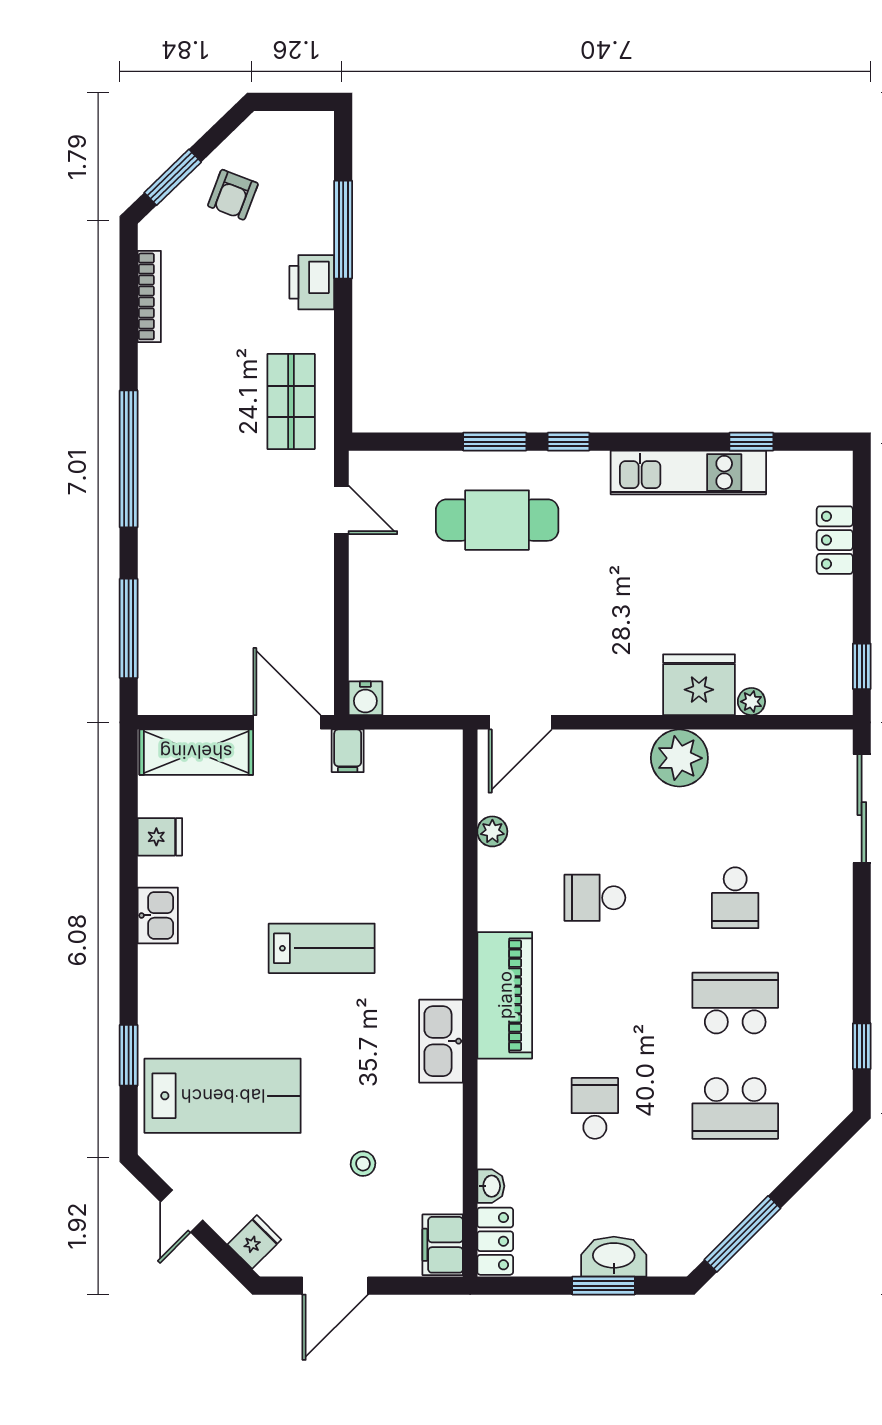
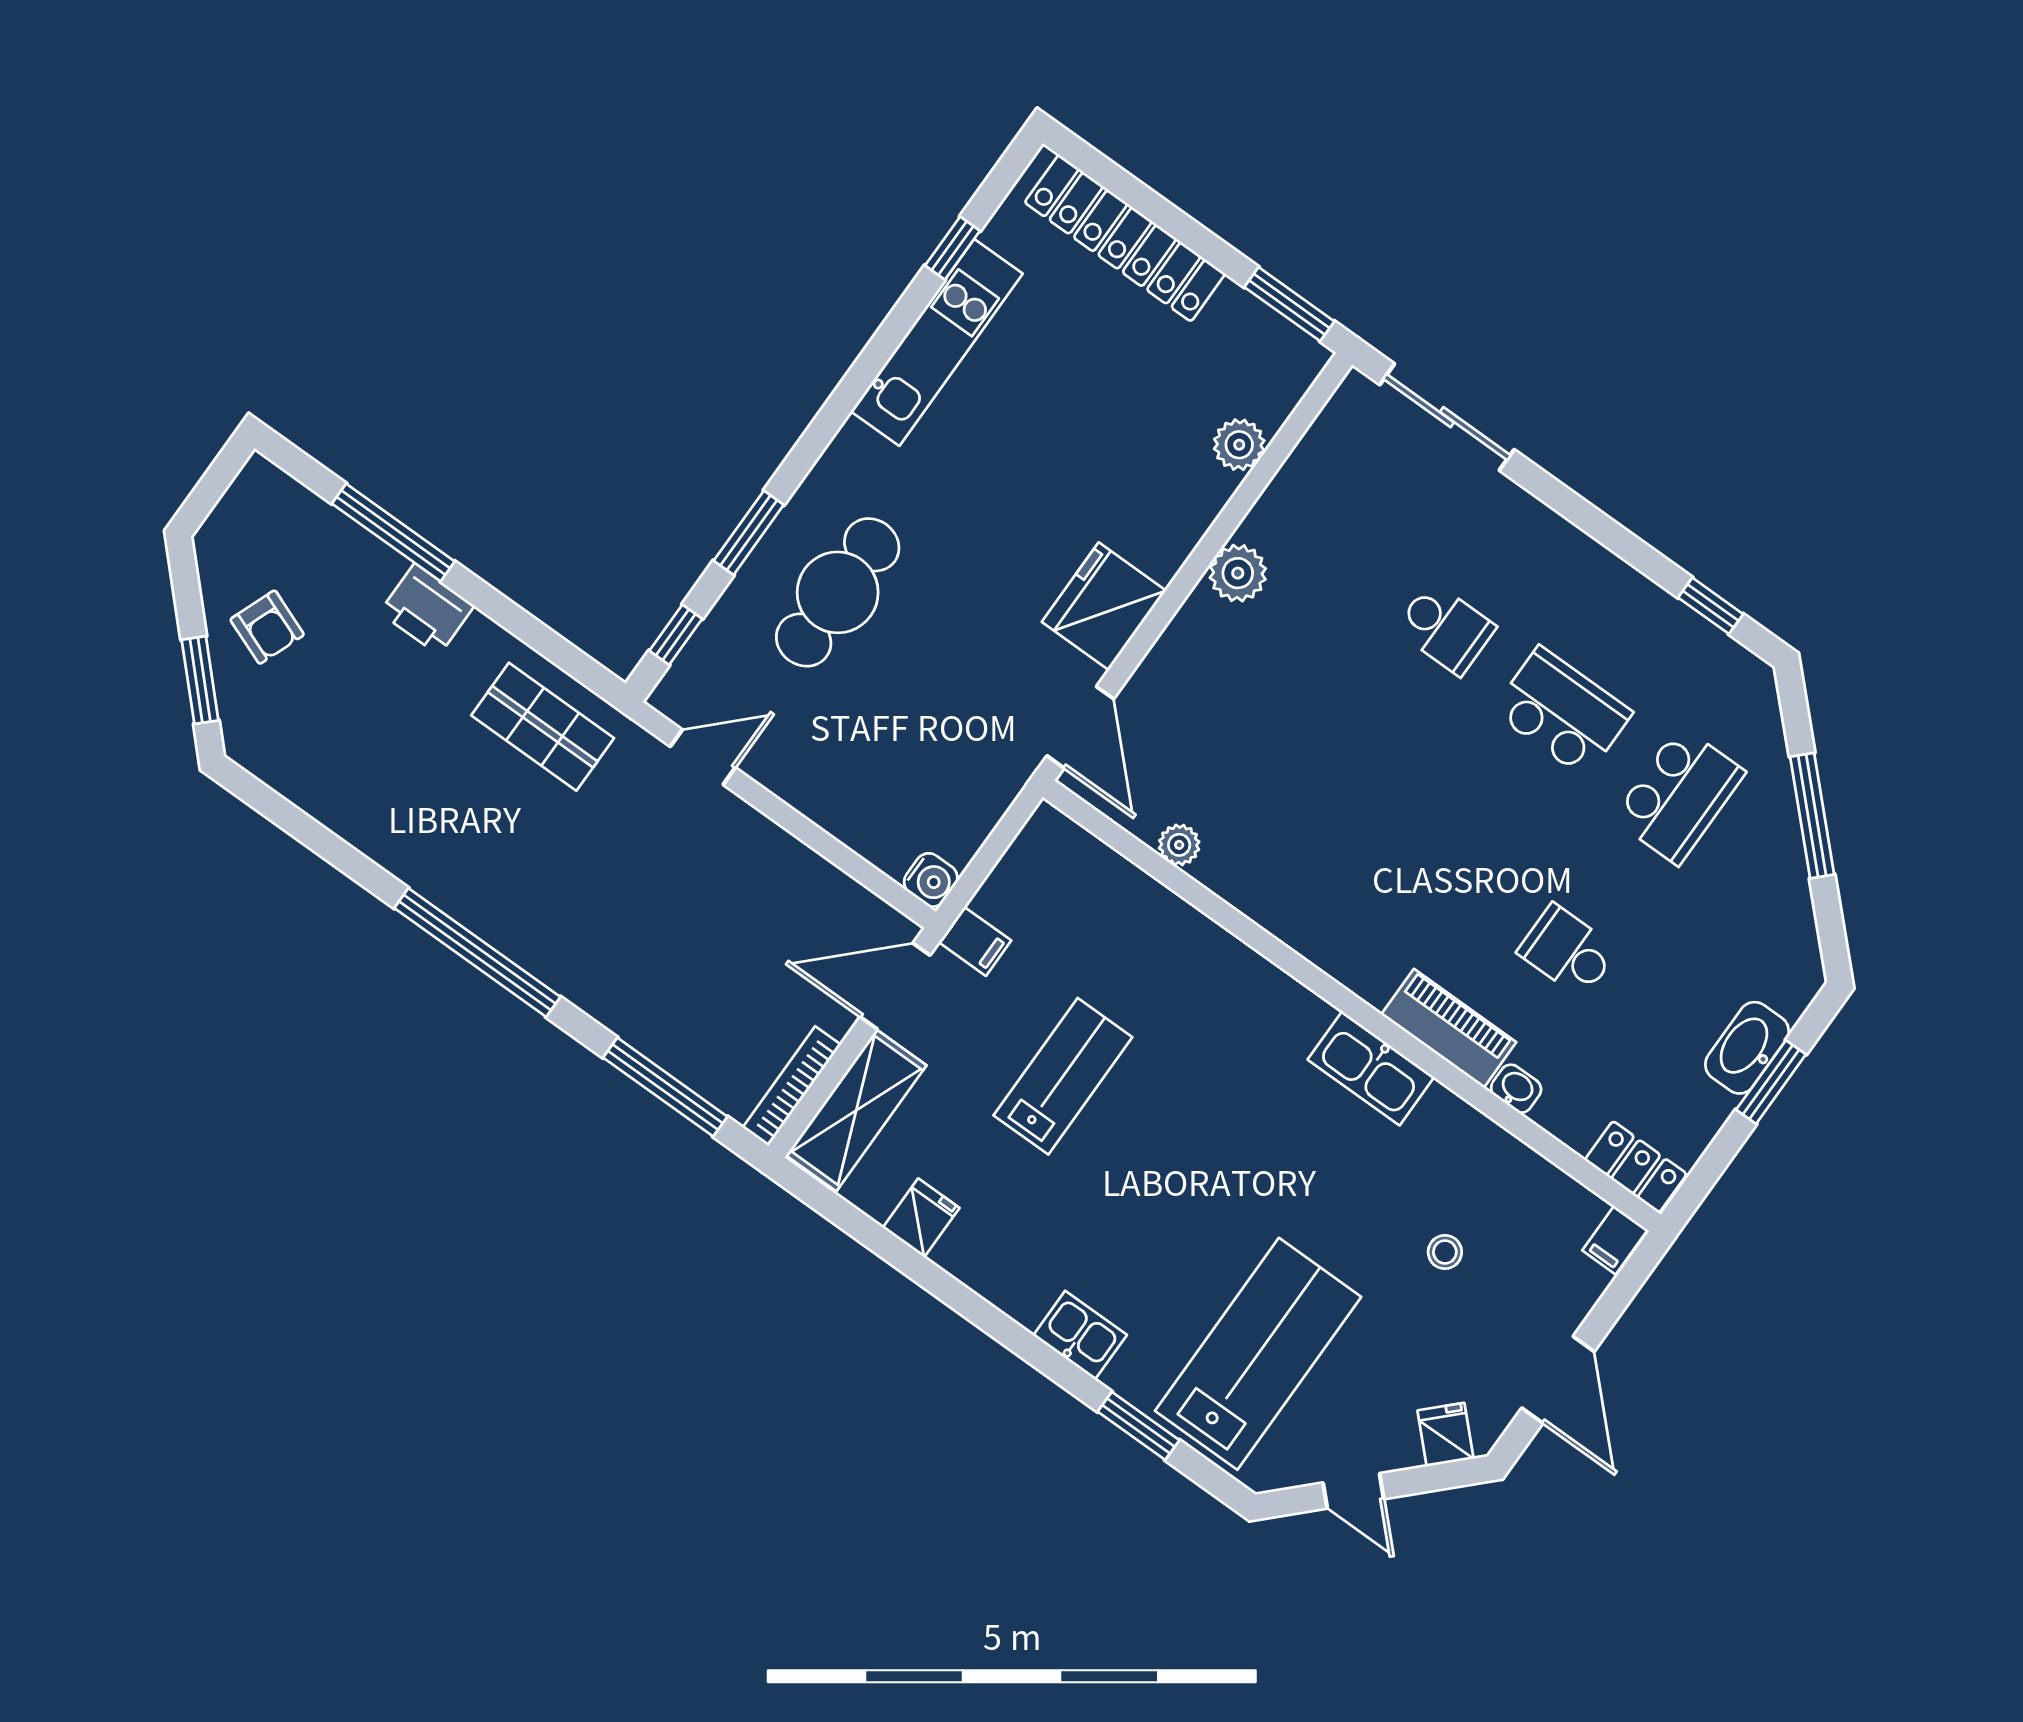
bookcase: (149, 296) -> (792, 1086), moved, turned -90
window: (569, 442) -> (676, 635), moved
locker: (835, 540) -> (1125, 238), width x2.16, depth x1.21
window: (862, 666) -> (1289, 304), width x1.50
fridge: (699, 685) -> (1104, 606), moved
plant: (751, 702) -> (1239, 445), width x1.38, depth x1.38
plant: (679, 758) -> (1238, 573), width x0.73, depth x0.73
school desk: (595, 898) -> (1334, 784), removed
kitchen sink: (158, 915) -> (1080, 1335), moved
lab bench: (322, 948) -> (1063, 1076), moved
piano: (505, 995) -> (1449, 1028), moved, width x0.73, depth x0.75
school desk: (735, 1003) -> (1562, 712), turned 90
washbasin: (491, 1186) -> (1516, 1089), moved
window: (742, 1234) -> (1812, 816), moved
filing cabinet: (443, 1245) -> (1615, 1240), width x0.50

